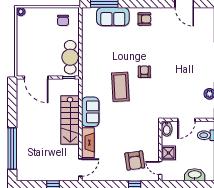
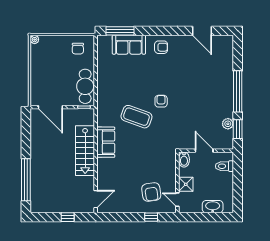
coffee table: (120, 87) -> (136, 117), turned -67
door: (186, 120) -> (204, 151), swing flipped
fireplace: (88, 143) -> (103, 174), removed

